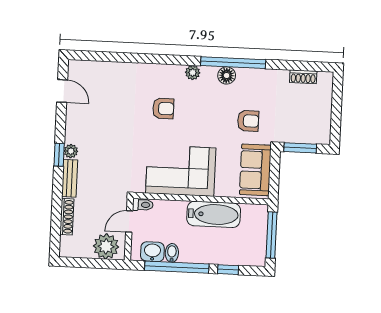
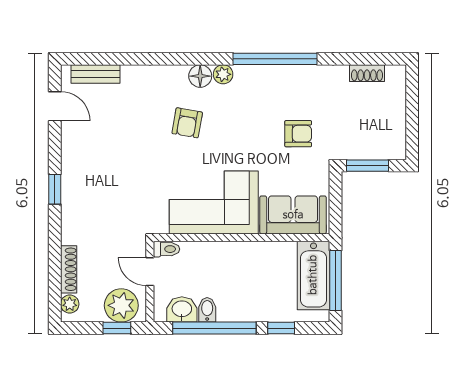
floor lamp: (227, 75) -> (200, 76), moved
armchair: (163, 109) -> (187, 123), turned 100
plant: (71, 151) -> (70, 304), moved
sofa: (255, 170) -> (293, 215), moved, turned 90
bench: (70, 178) -> (95, 74), moved, turned 90
bathtub: (214, 214) -> (313, 275), moved, turned 90
door: (129, 222) -> (150, 272), hinge flipped
window: (102, 264) -> (117, 328), added

